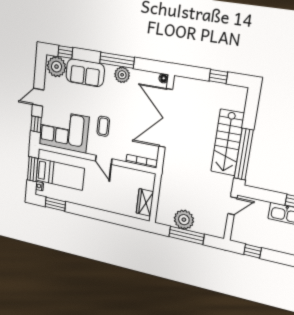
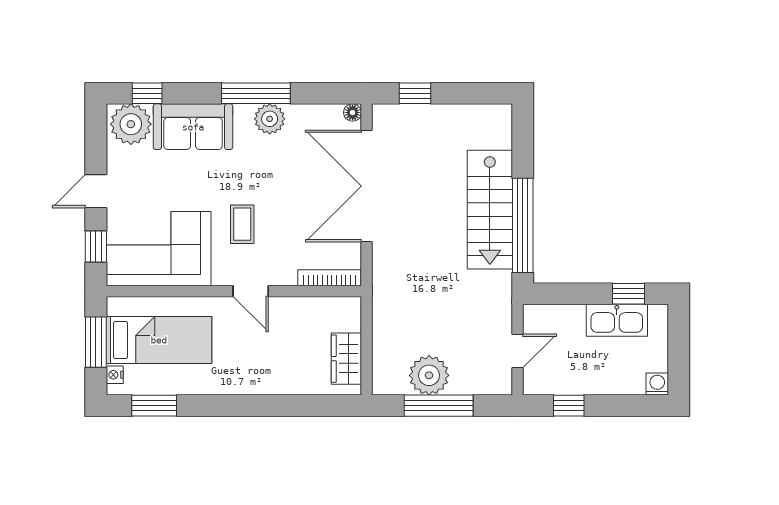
window: (218, 77) -> (415, 93), moved
door: (232, 206) -> (517, 351), moved

